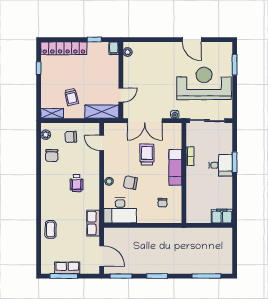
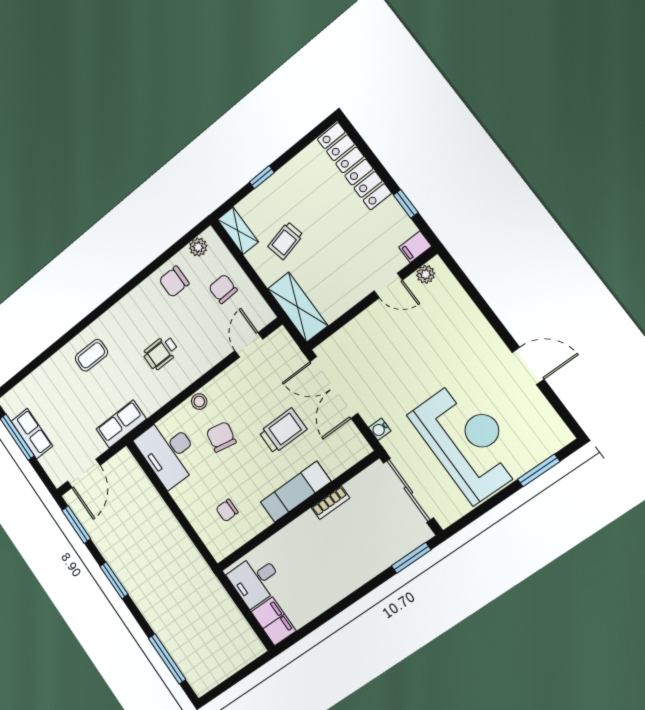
door: (192, 40) -> (528, 366), swing flipped
window: (39, 68) -> (262, 177), moved
door: (121, 95) -> (388, 286), moved
window: (235, 162) -> (411, 558), moved
desk: (221, 165) -> (255, 580), moved, turned 90
coffee table: (51, 230) -> (91, 355), moved

